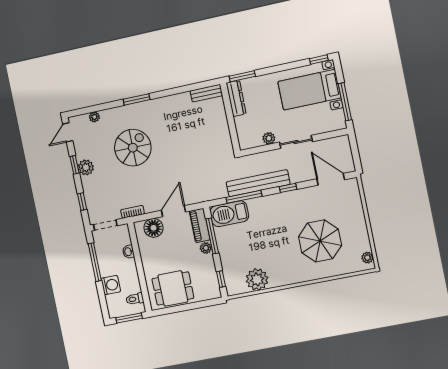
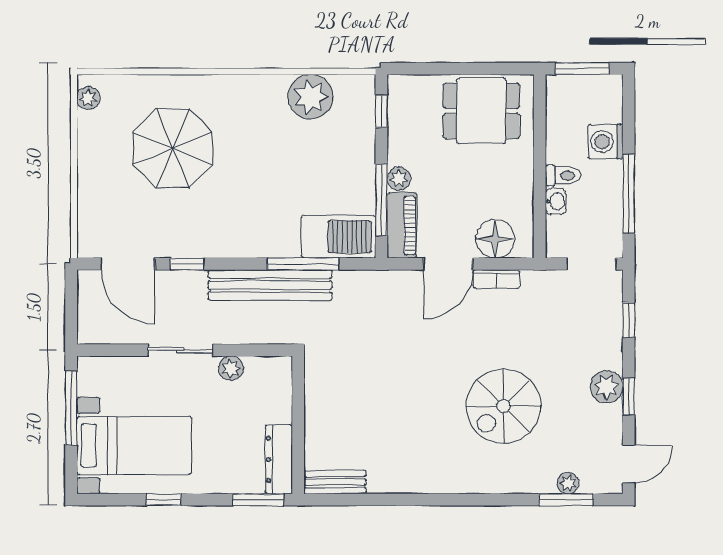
window: (319, 59) -> (164, 500), moved
window: (137, 99) -> (566, 500), moved
window: (288, 188) -> (187, 264), moved
bookcase: (132, 212) -> (496, 279), moved
toilet: (135, 299) -> (563, 176), moved

